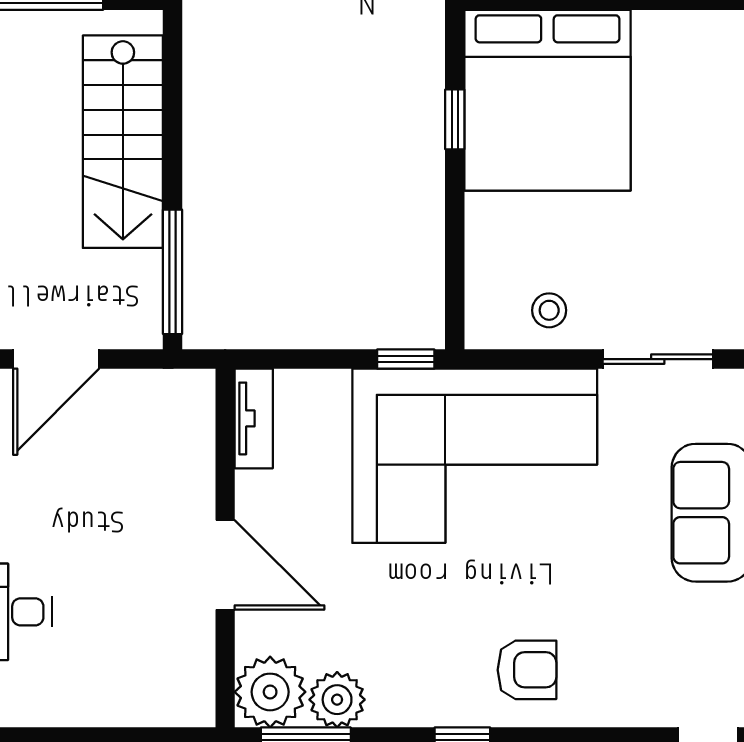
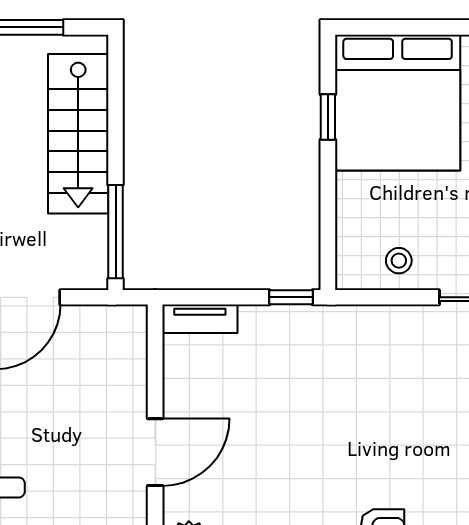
tv unit: (254, 418) -> (200, 319), moved, turned 90
corner sofa: (475, 456) -> (343, 370), removed
door: (225, 565) -> (155, 452), hinge flipped

